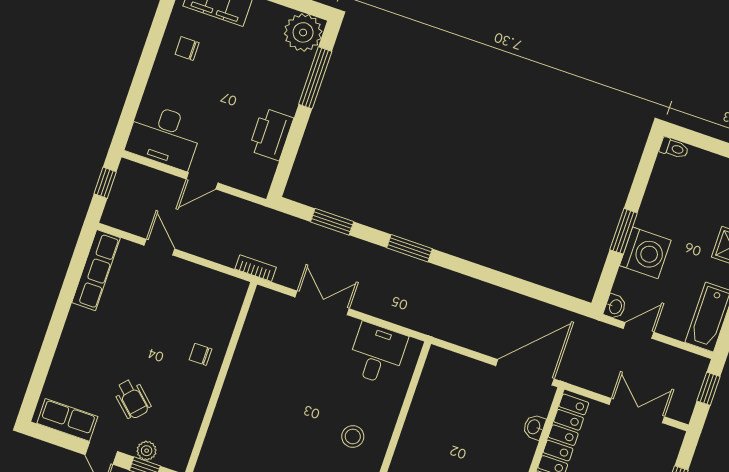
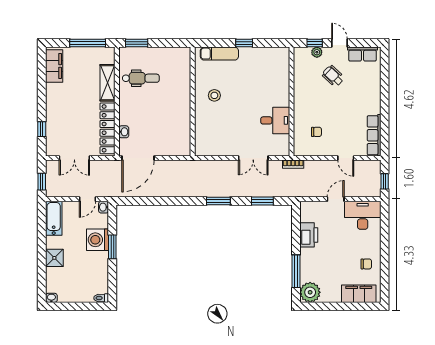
chair: (200, 354) -> (316, 132), moved
desk: (377, 354) -> (275, 120), moved, turned -90

